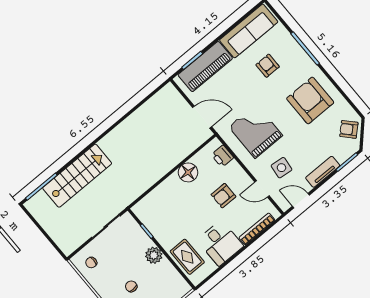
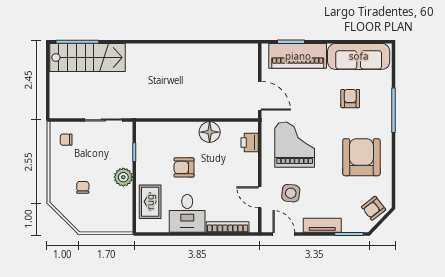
armchair: (349, 129) -> (374, 208), turned -85
stairs: (77, 176) -> (88, 57), moved
armchair: (223, 196) -> (184, 167), moved

